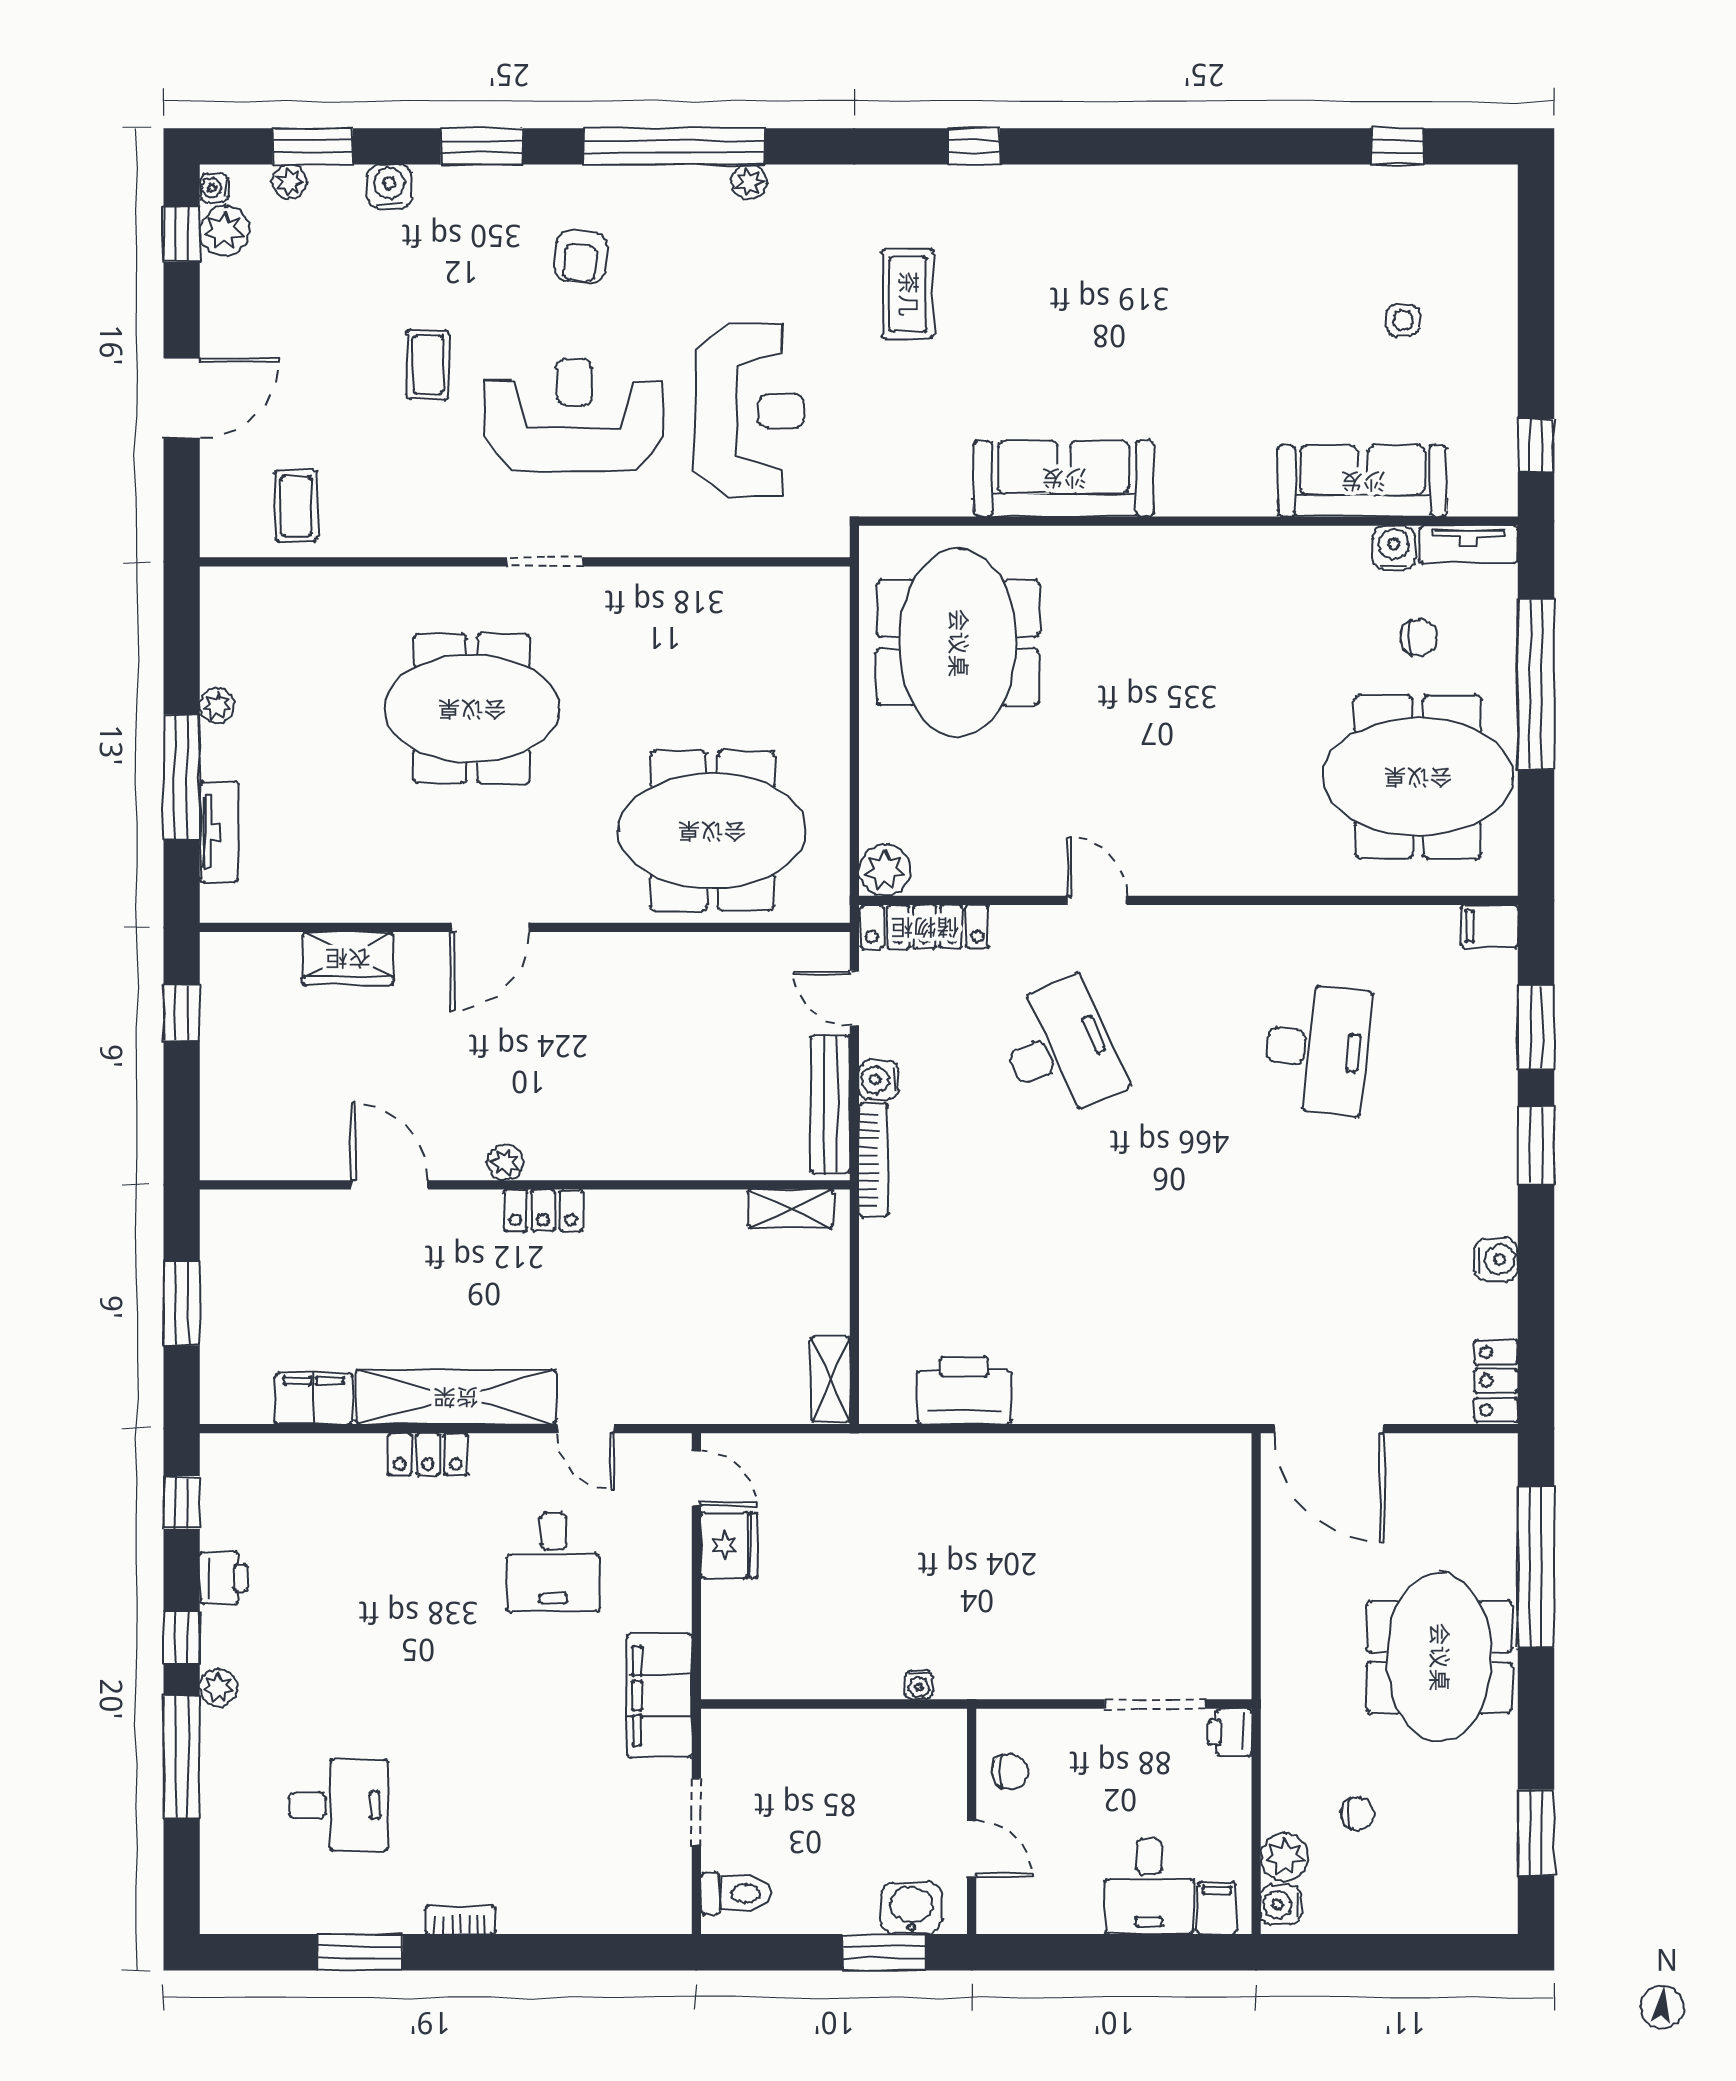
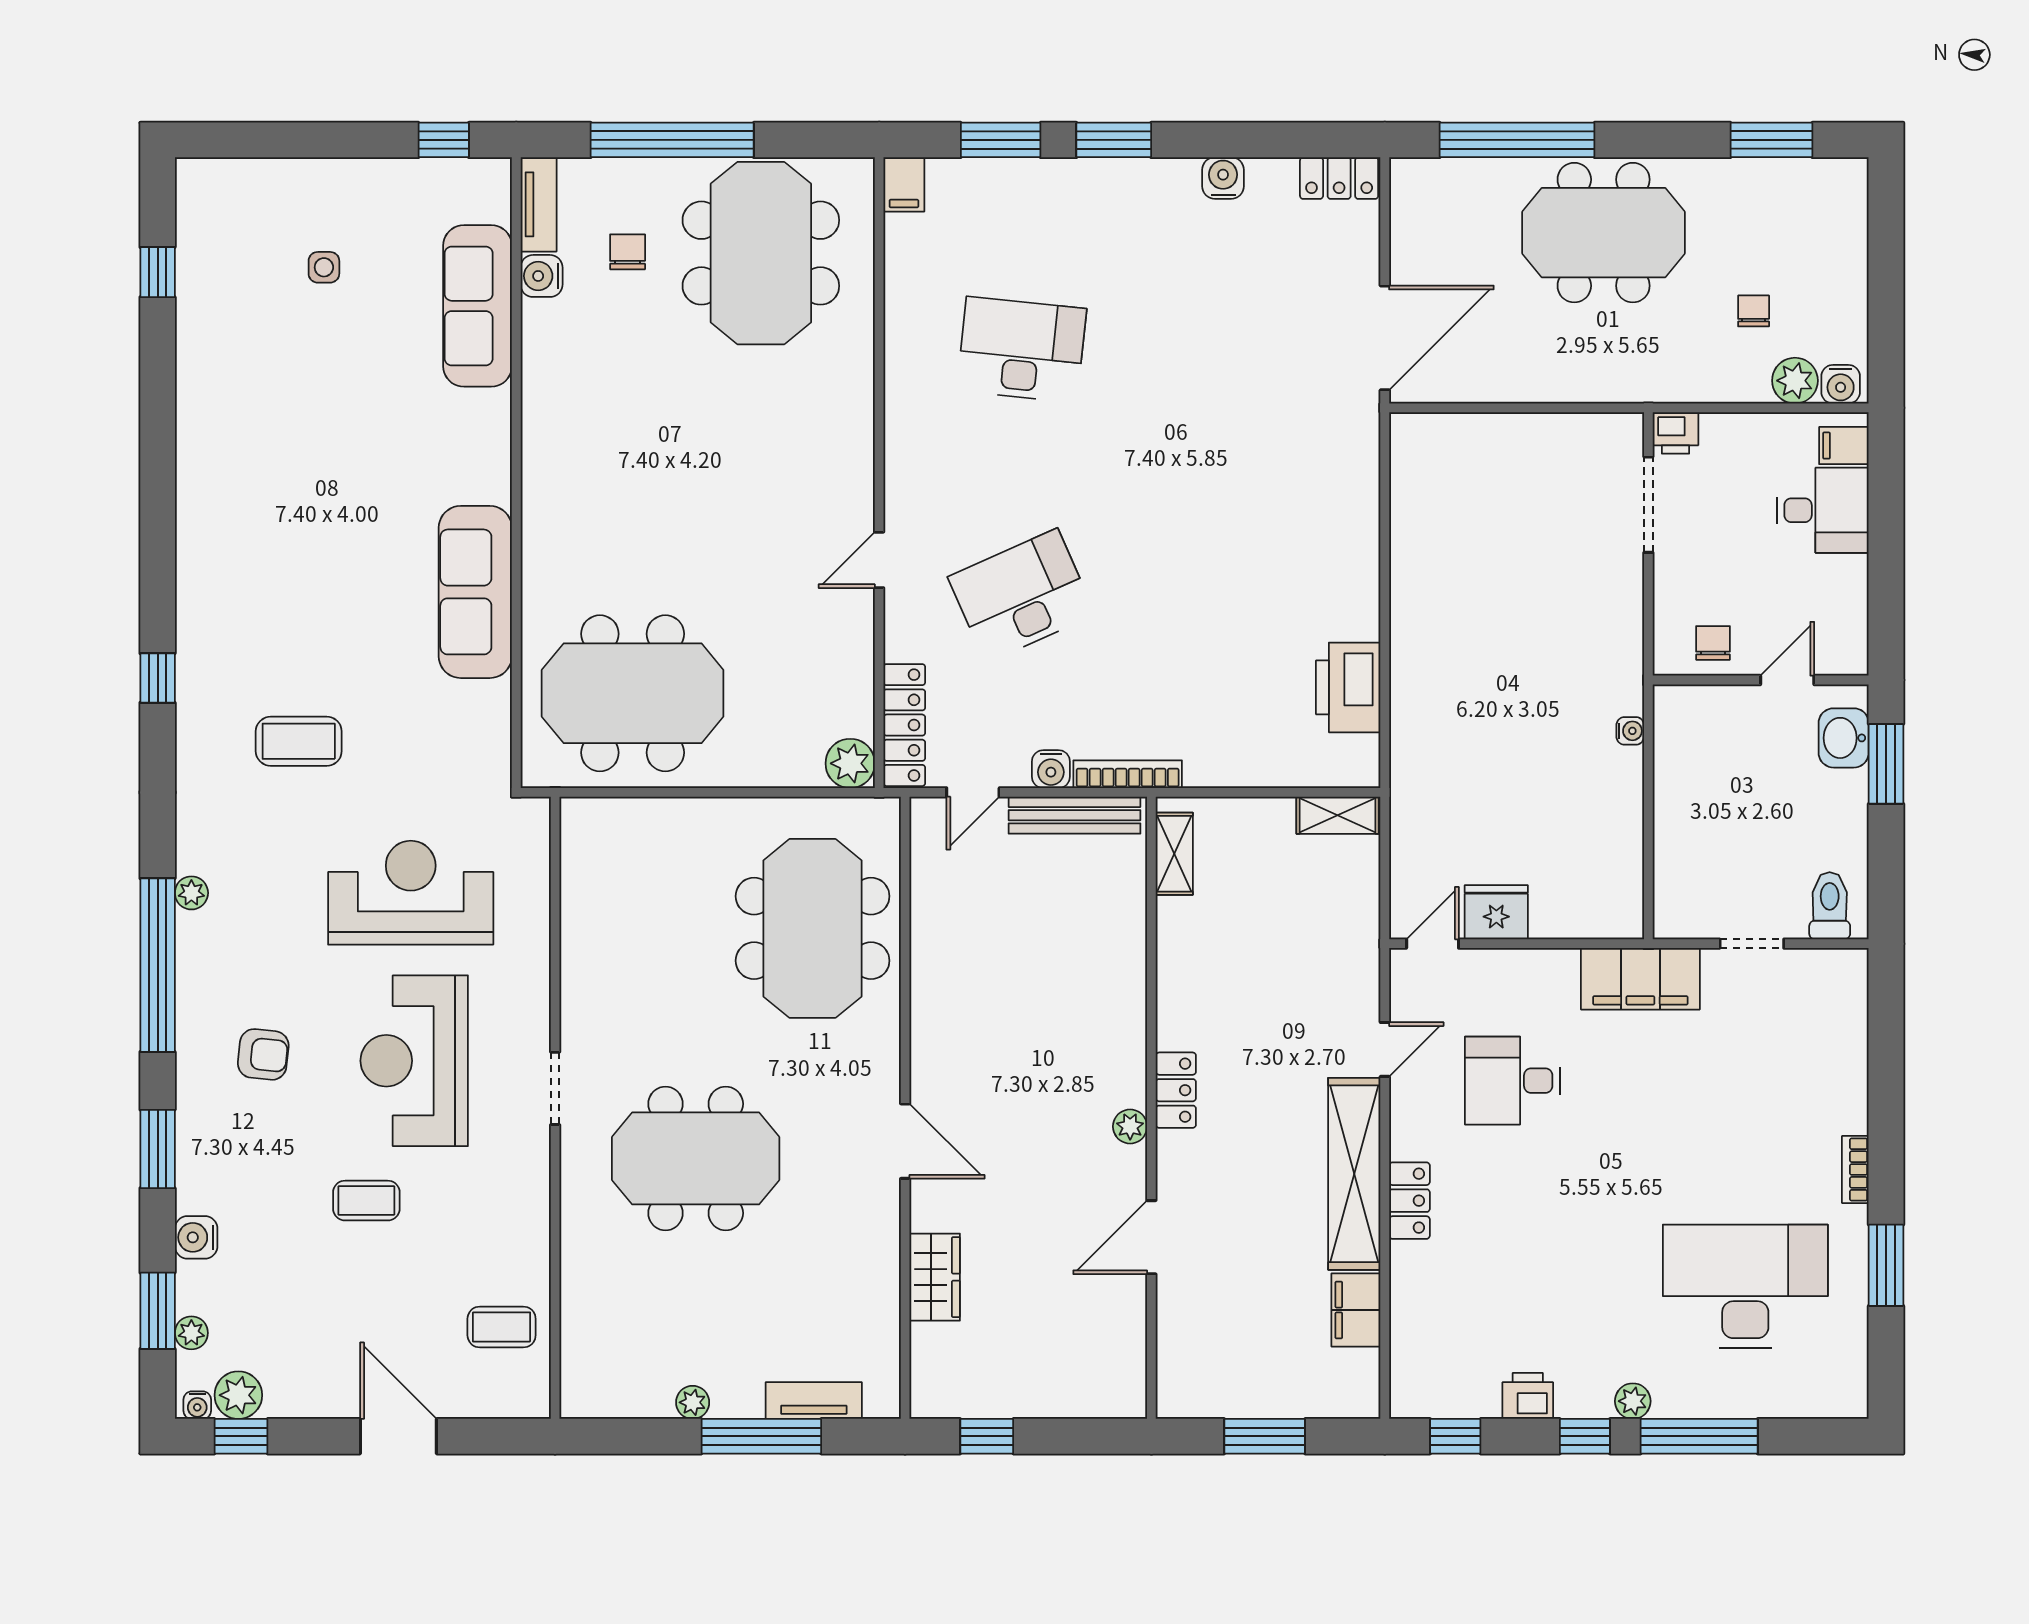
meeting table: (472, 709) -> (696, 1158), turned 90
desk: (553, 1562) -> (1513, 1081), turned 180
desk: (338, 1805) -> (1745, 1286), width x1.87, depth x1.30

